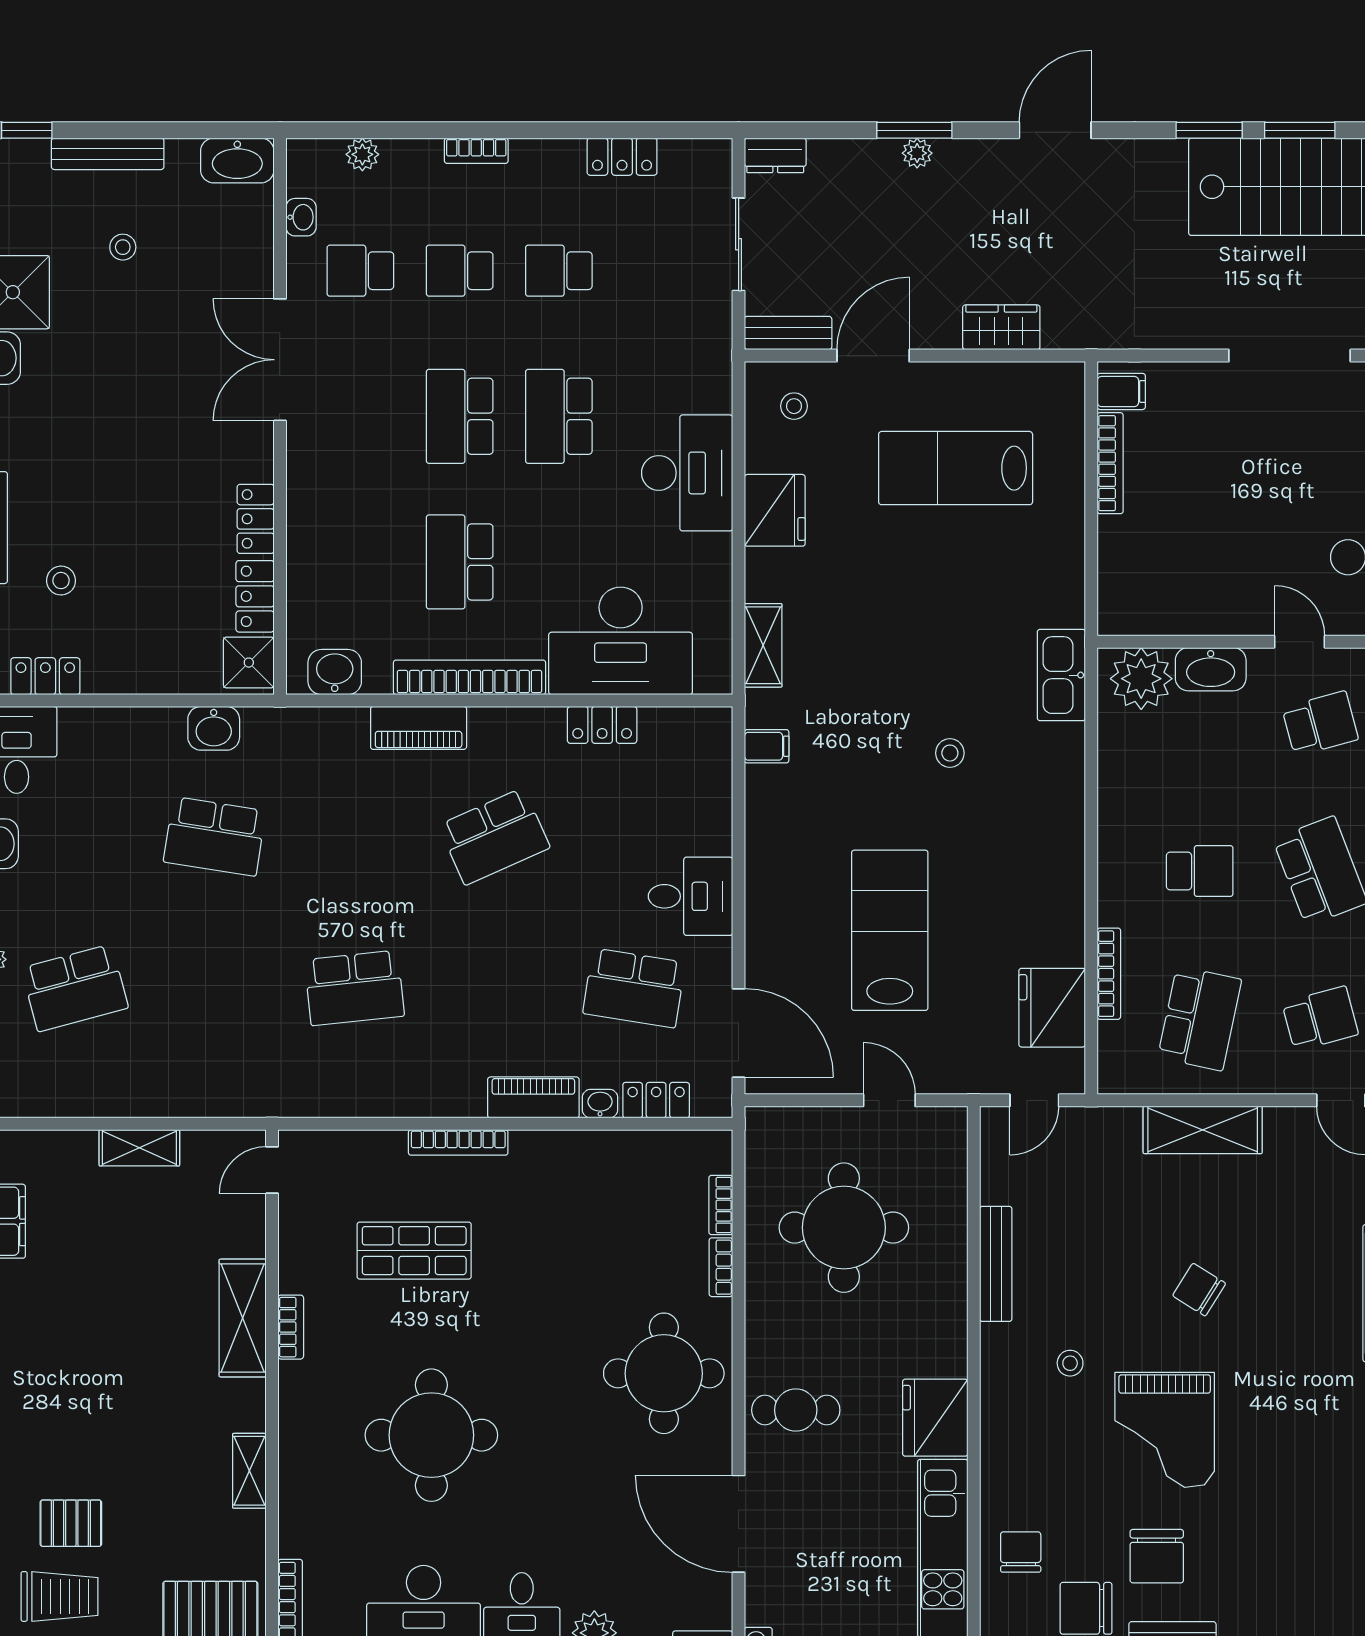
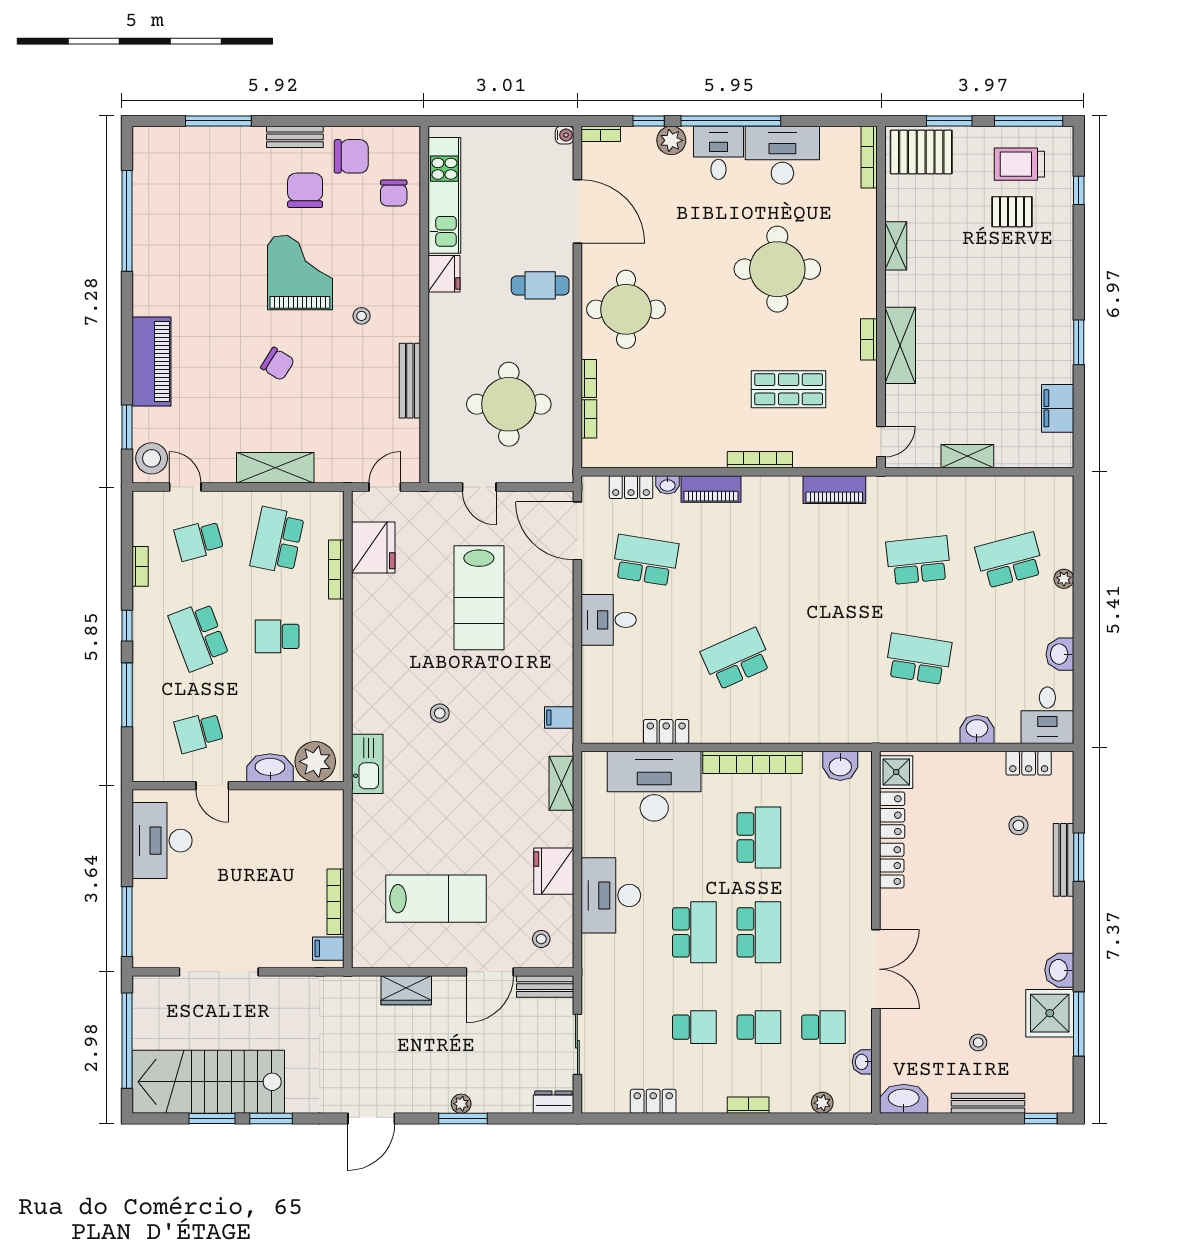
washbasin: (214, 728) -> (977, 729), moved
piano: (419, 728) -> (834, 490), moved, turned 180
school desk: (354, 988) -> (918, 560), moved
fridge: (935, 1418) -> (444, 274), width x0.73, depth x0.75

